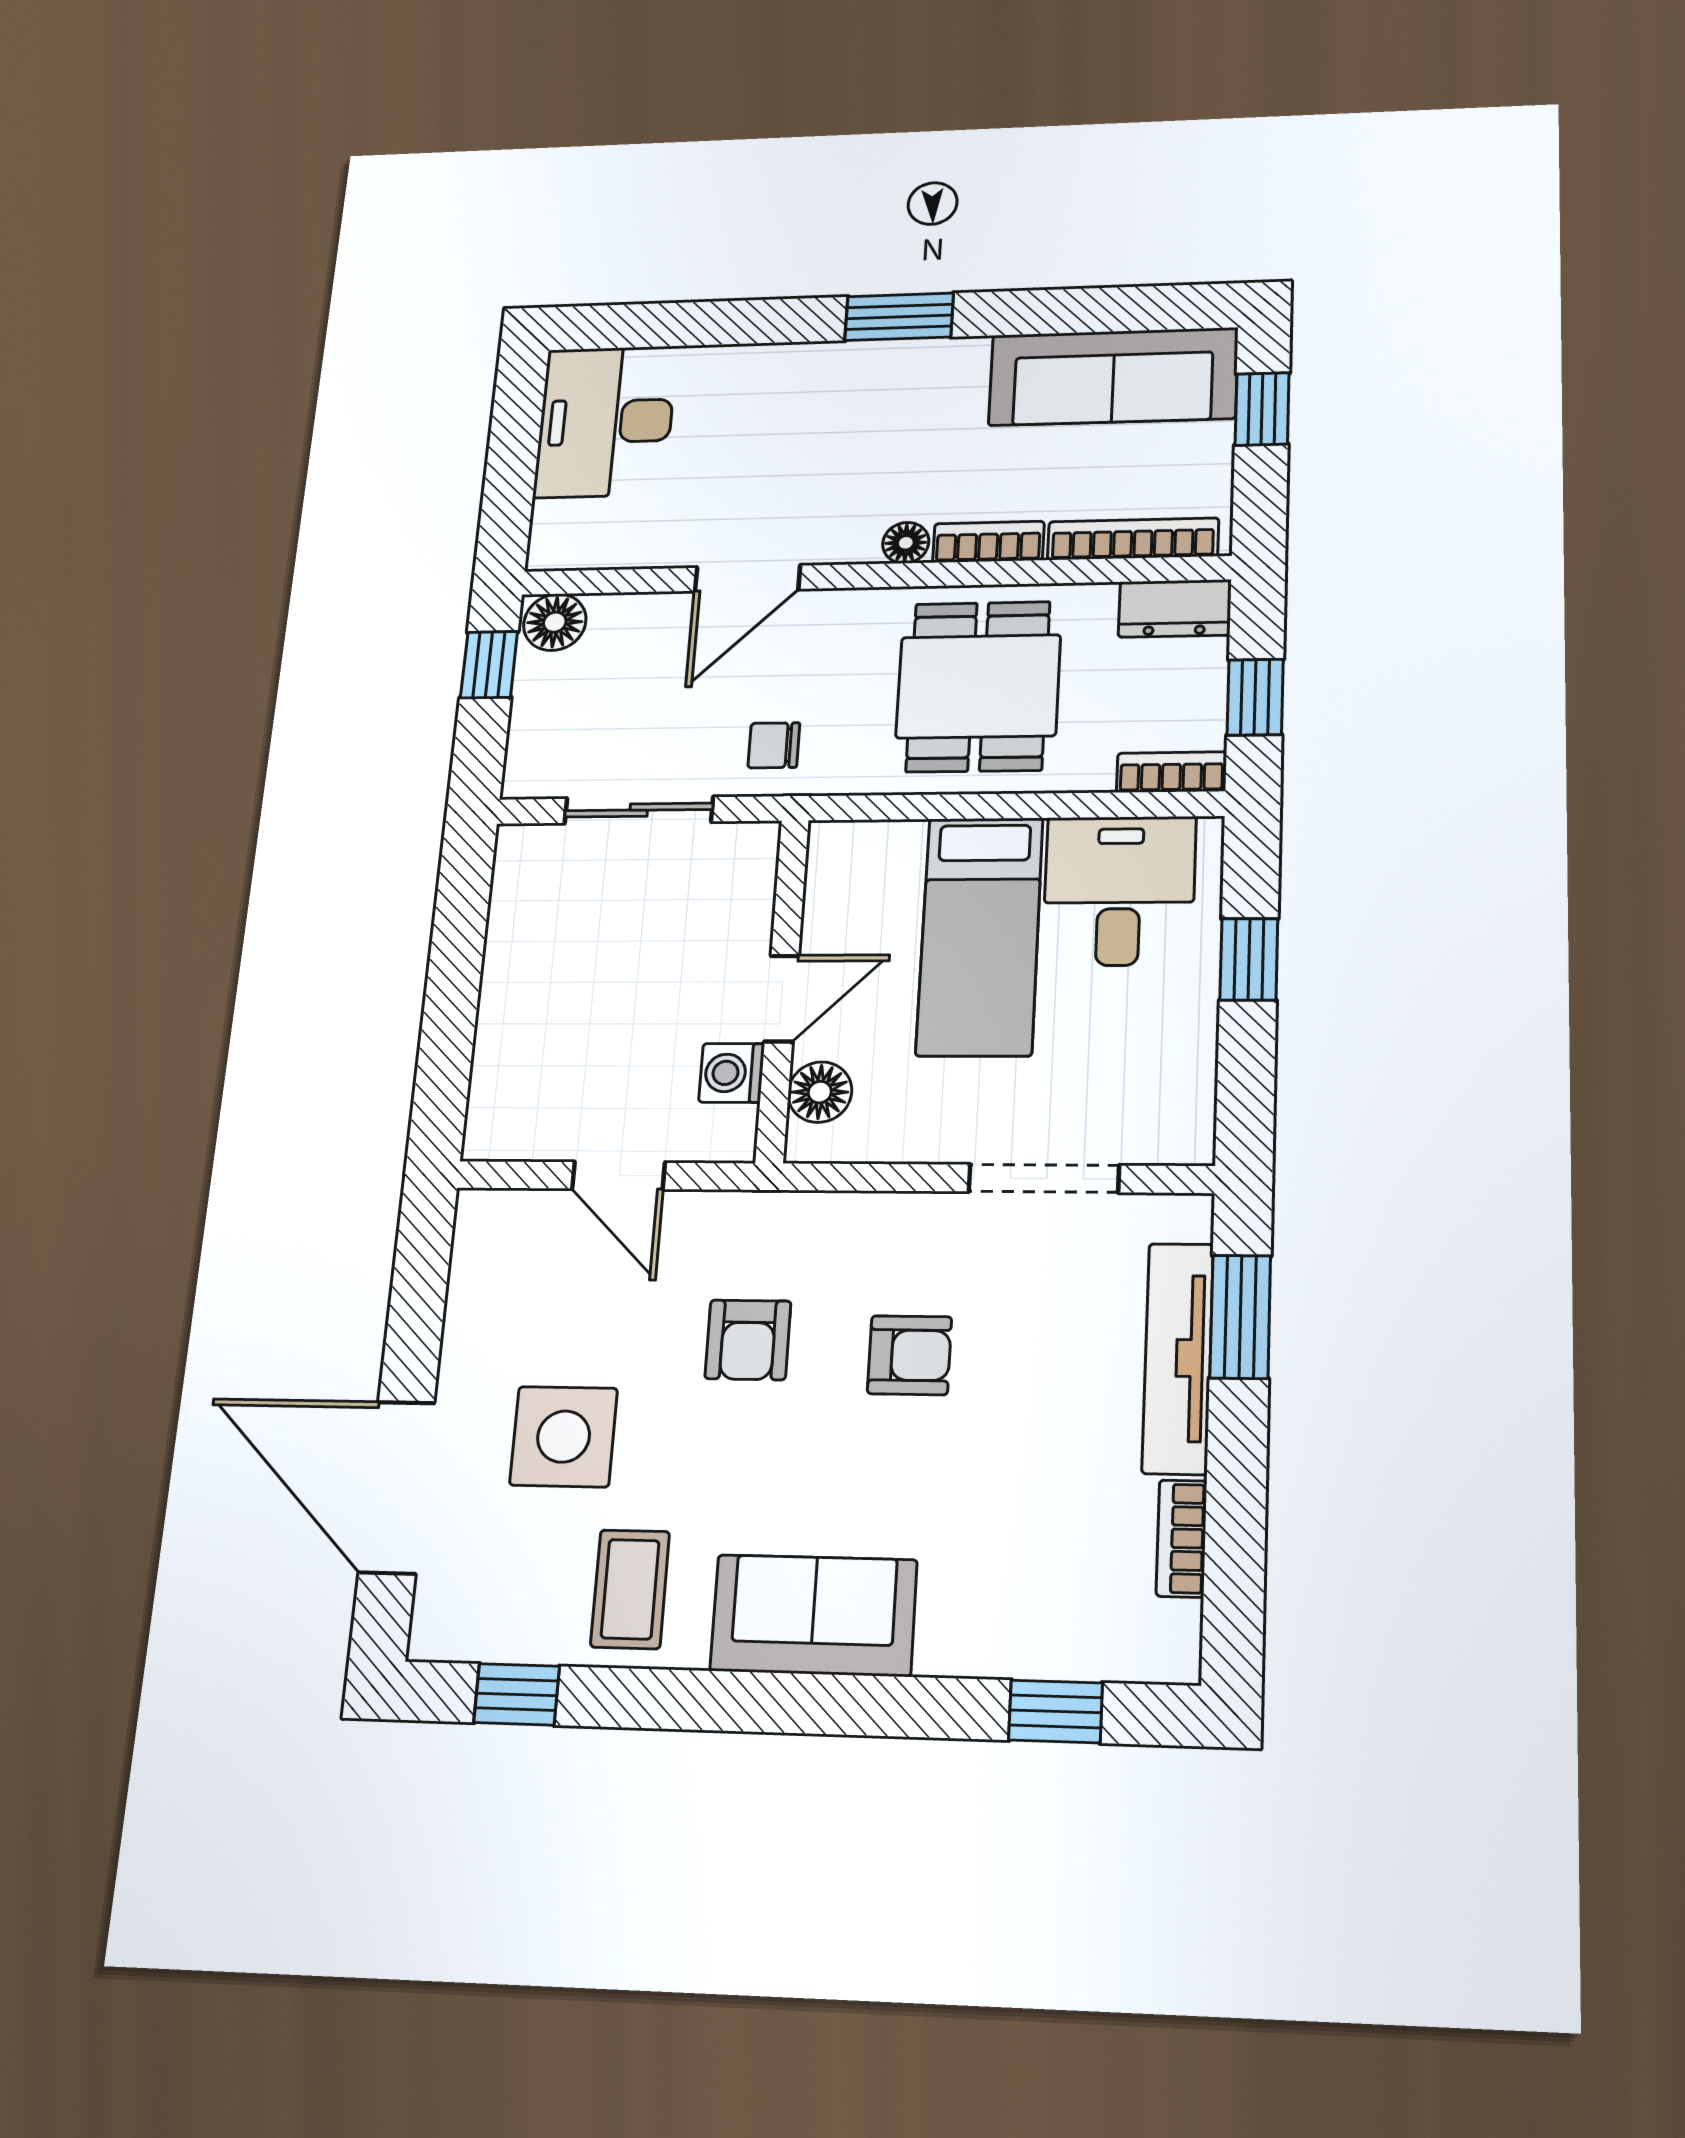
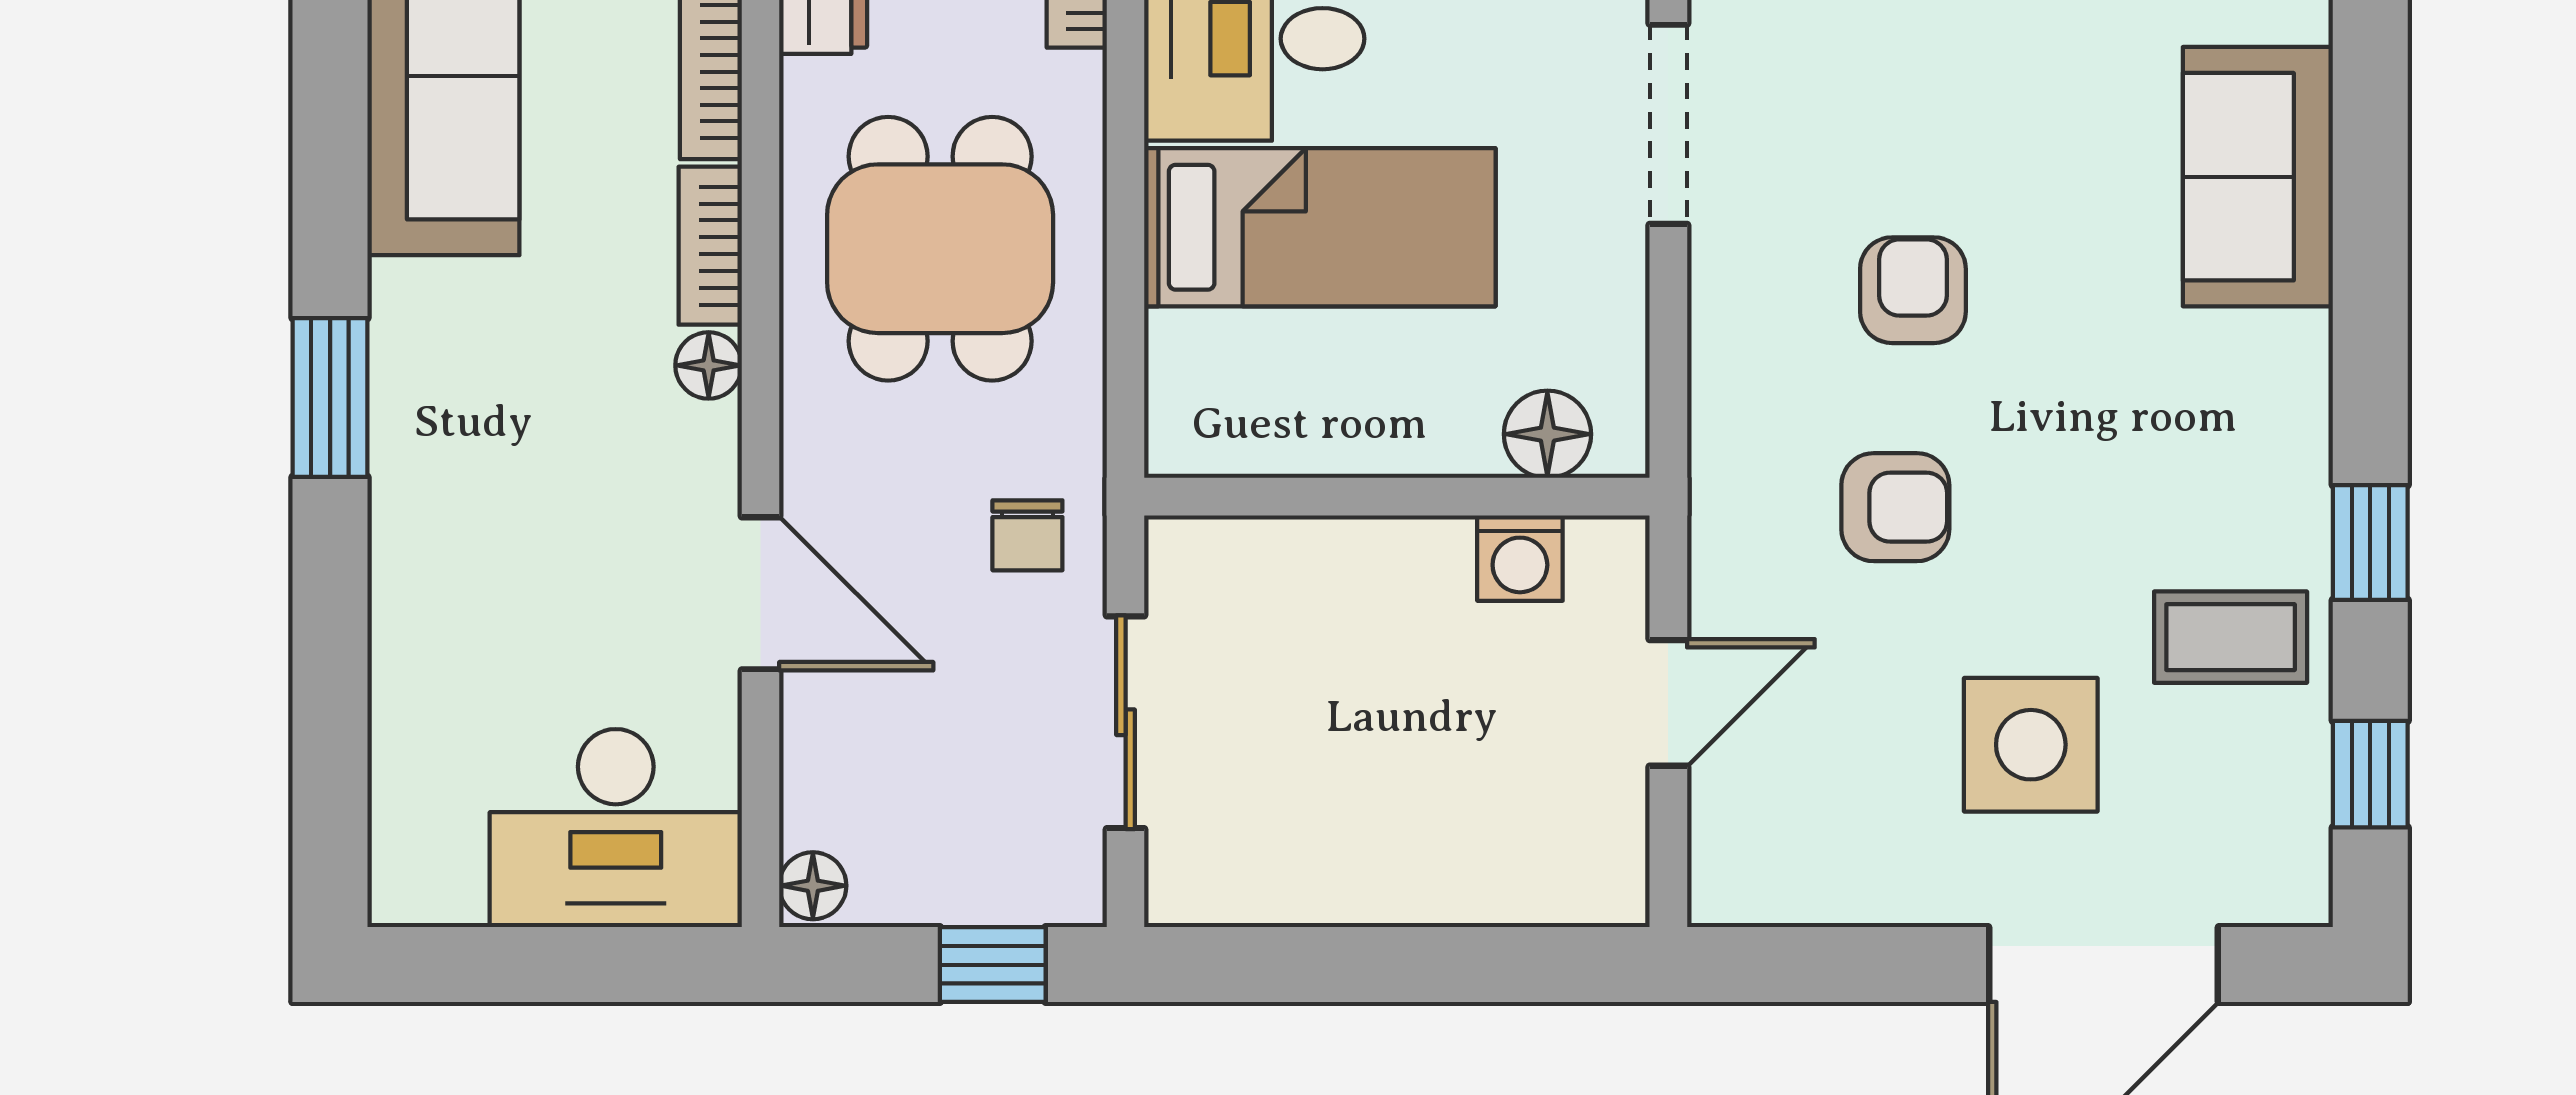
desk: (605, 422) -> (616, 828), moved
floor lamp: (555, 622) -> (813, 886), width x0.73, depth x0.73
window: (489, 665) -> (993, 965), moved
dining table: (978, 686) -> (940, 249), turned 90
door: (782, 999) -> (1411, 497), removed
sofa: (814, 1615) -> (2258, 177), moved
window: (1056, 1711) -> (2370, 543), moved

